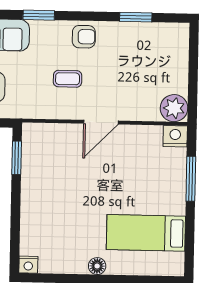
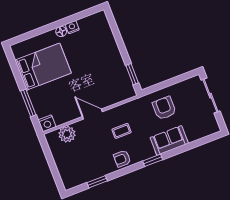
plant: (174, 108) -> (67, 134), moved
door: (101, 122) -> (92, 114), hinge flipped
bed: (146, 233) -> (43, 67), width x1.50
nightstand: (28, 265) -> (72, 27), moved

